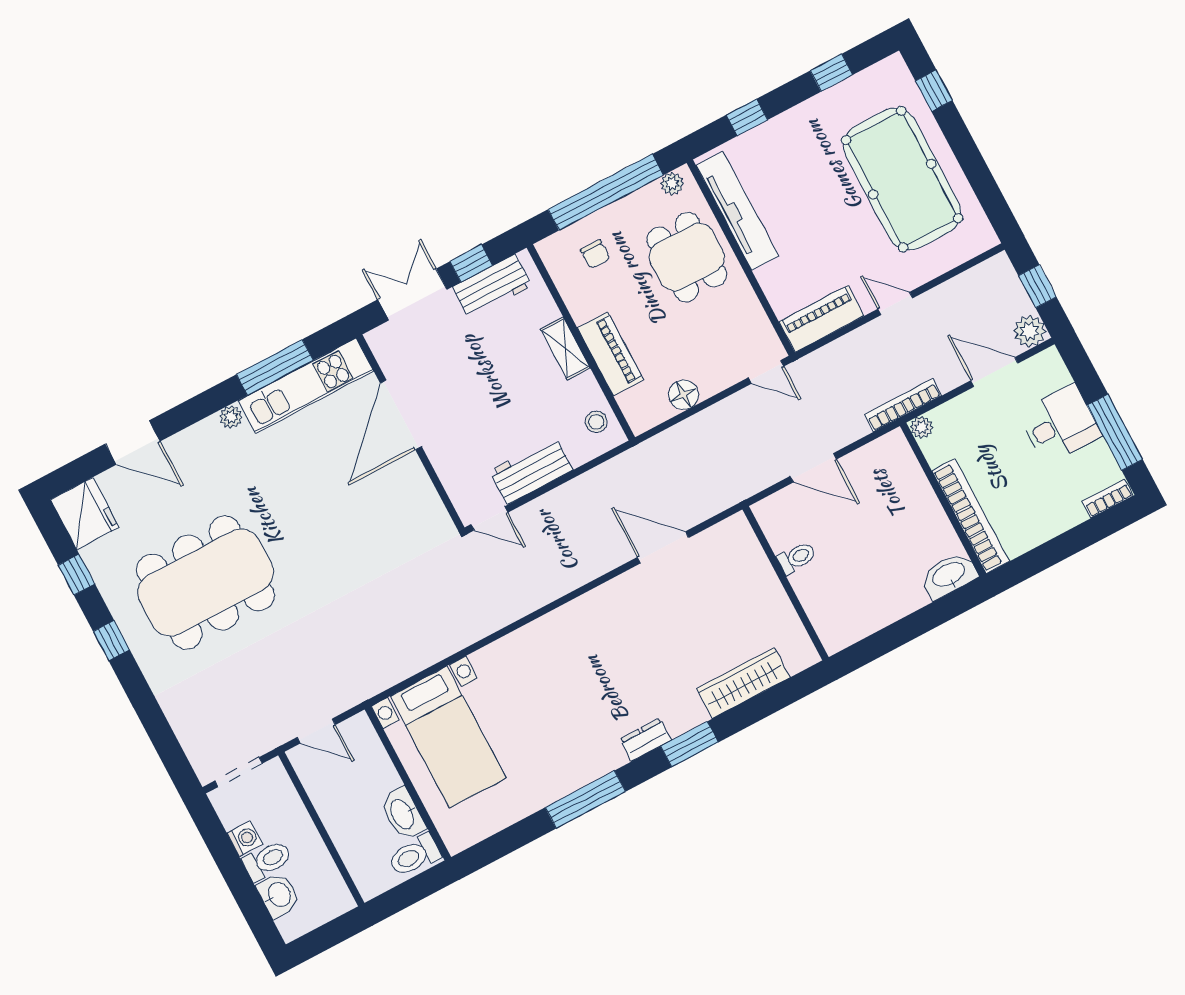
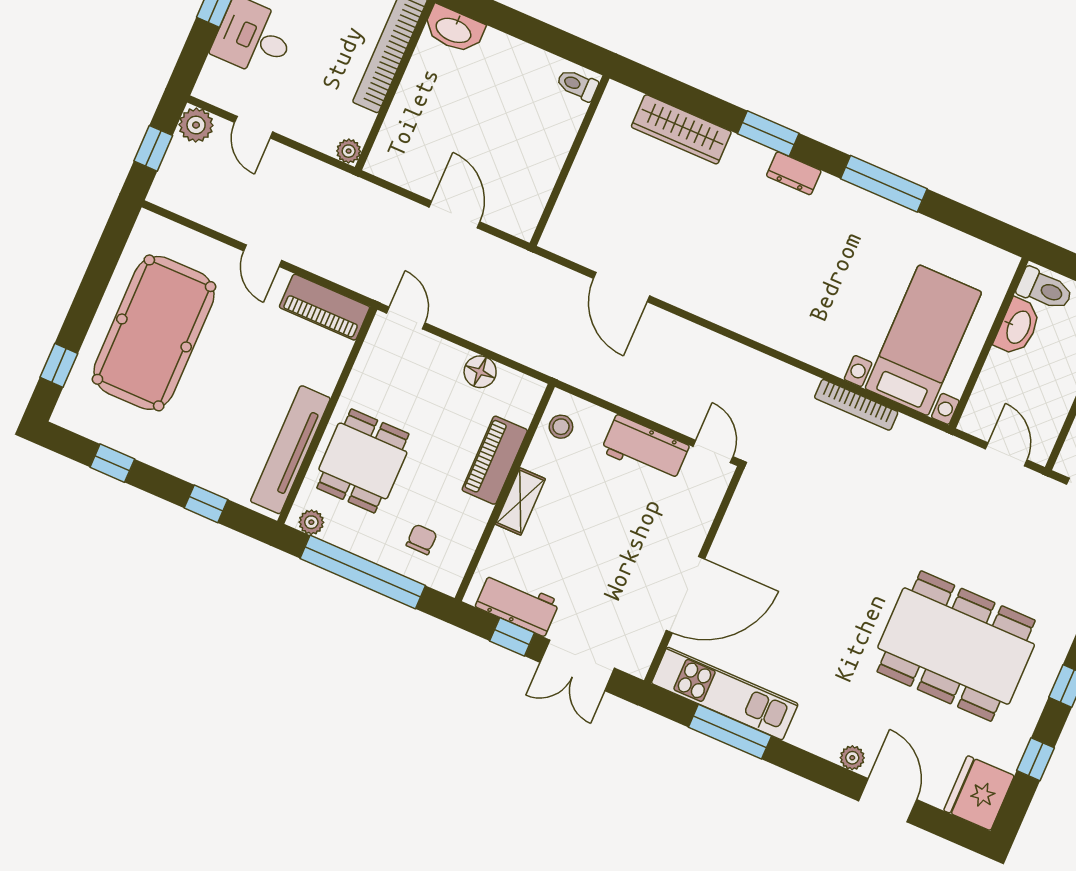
door: (994, 372) -> (254, 127), width x0.73
bookcase: (903, 405) -> (856, 405), moved
plant: (231, 417) -> (852, 758), moved
toilet: (797, 558) -> (577, 85), moved

